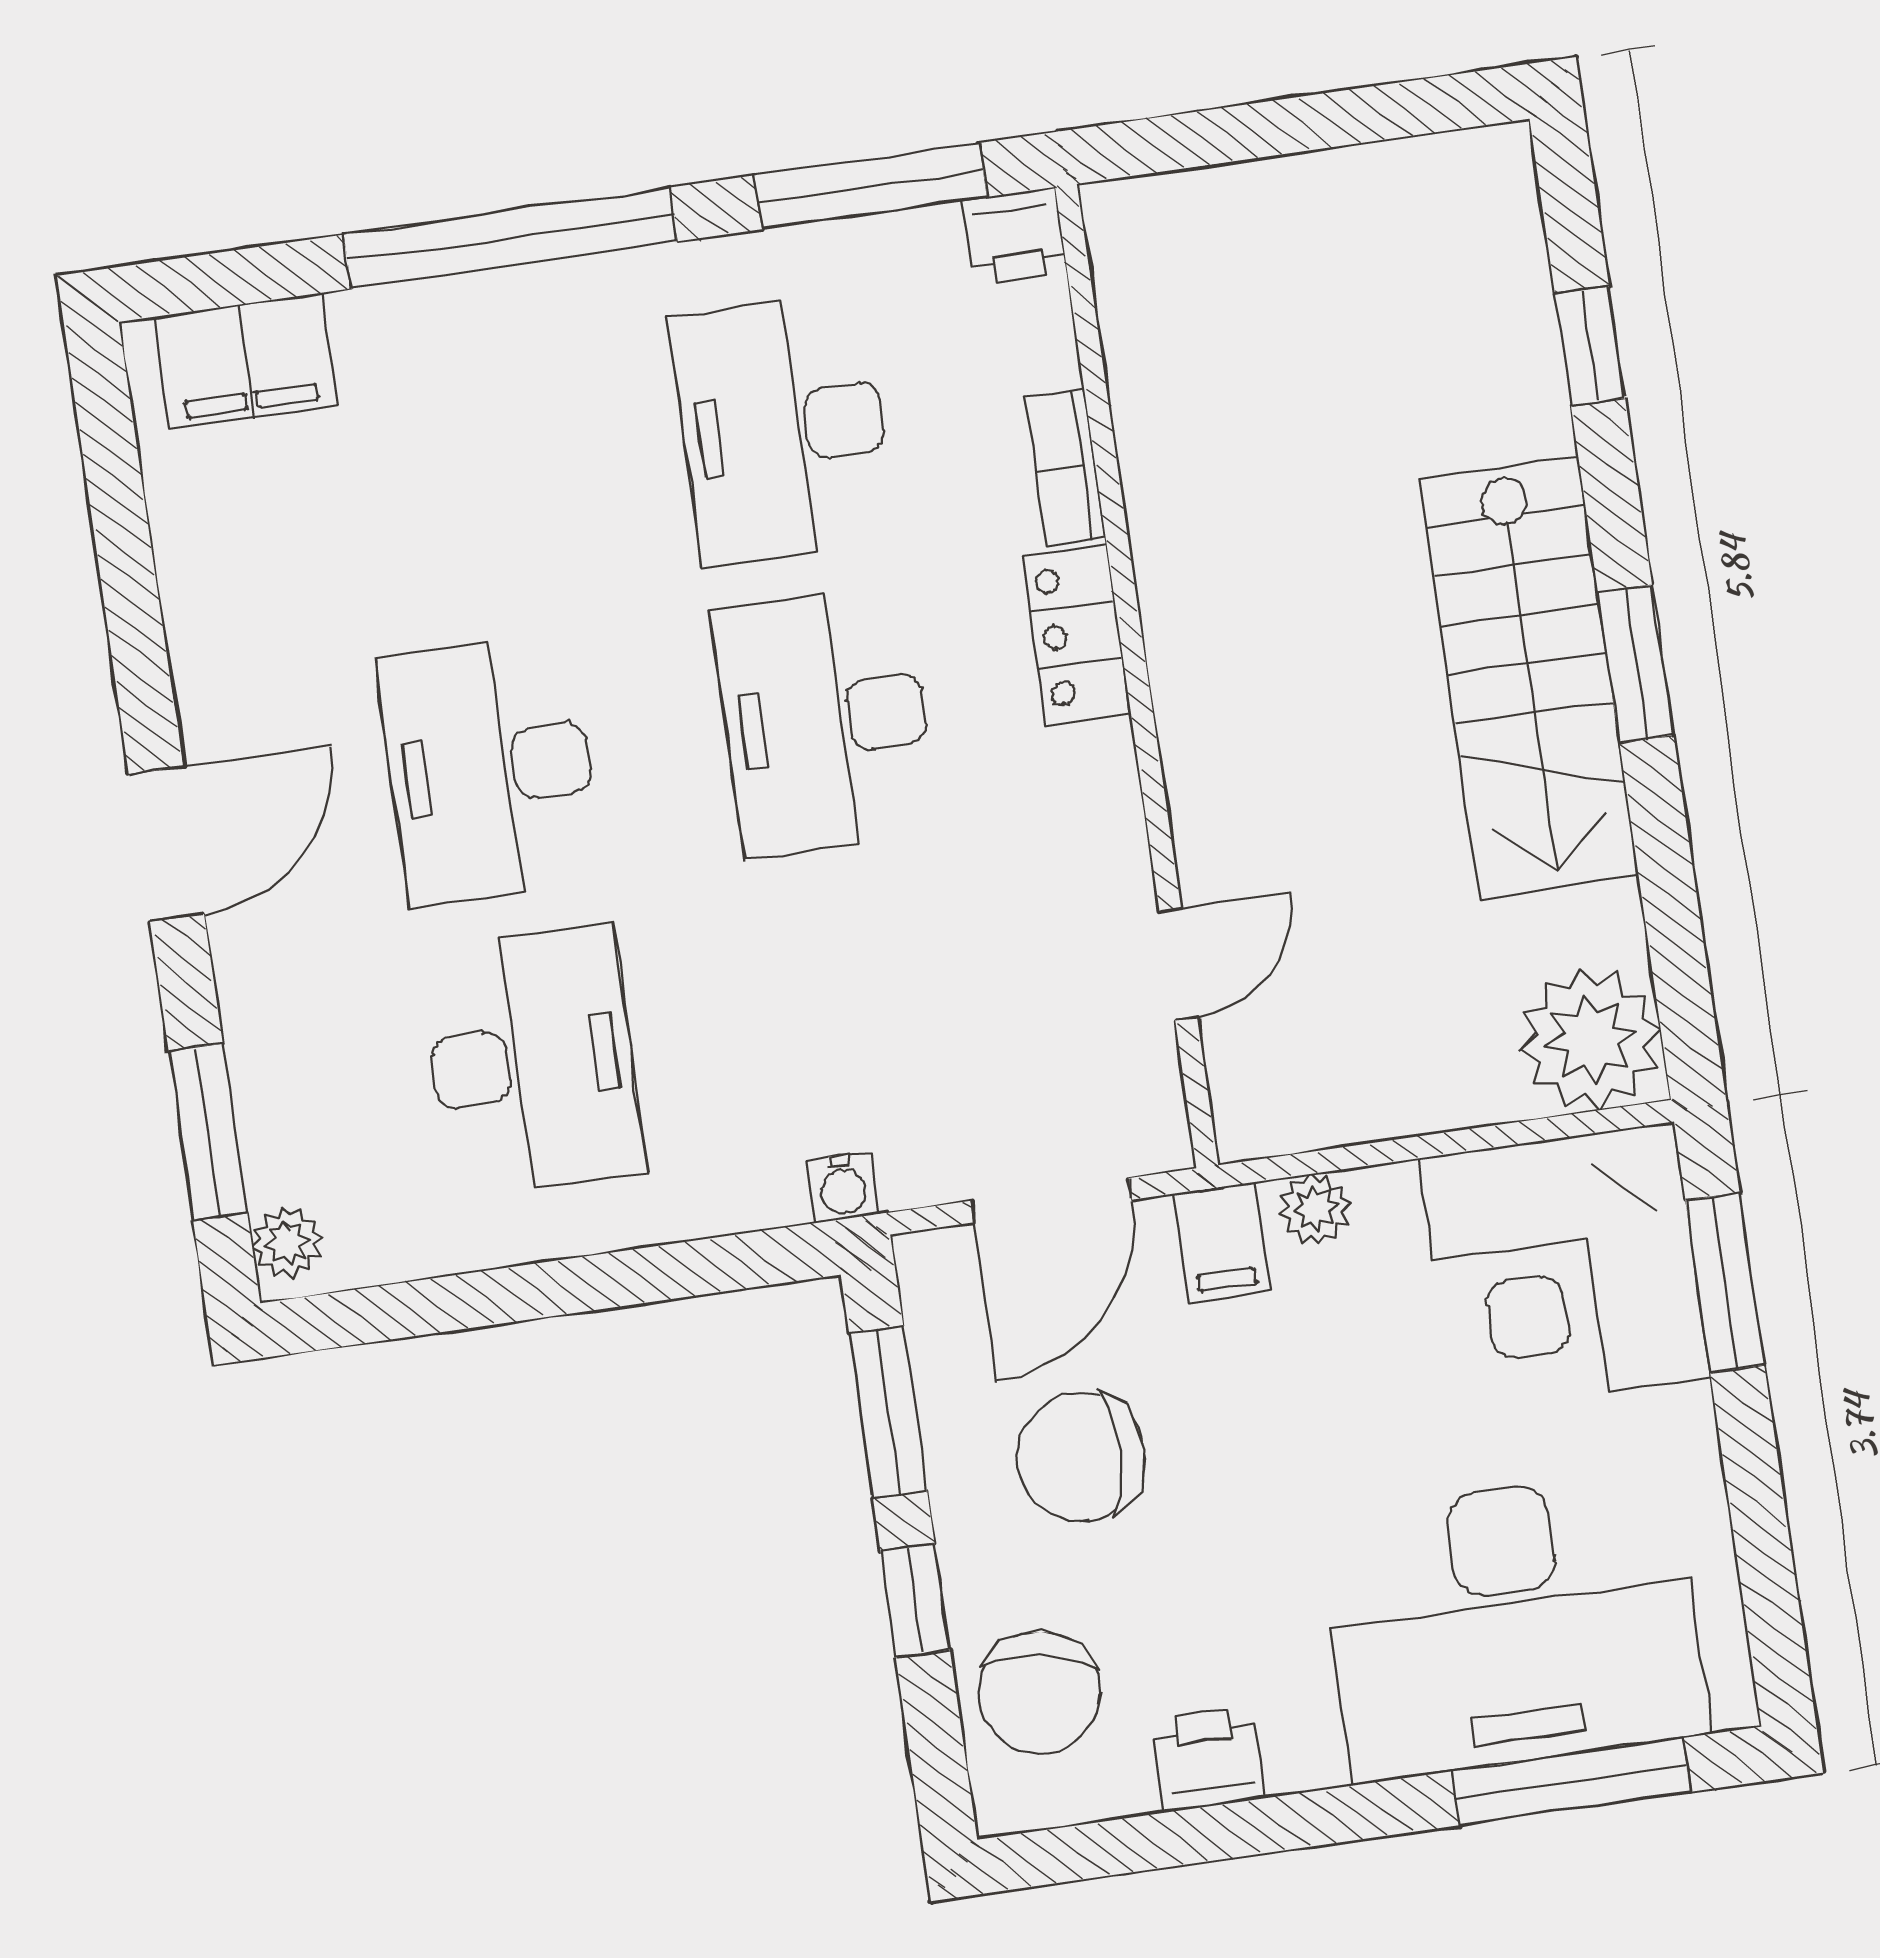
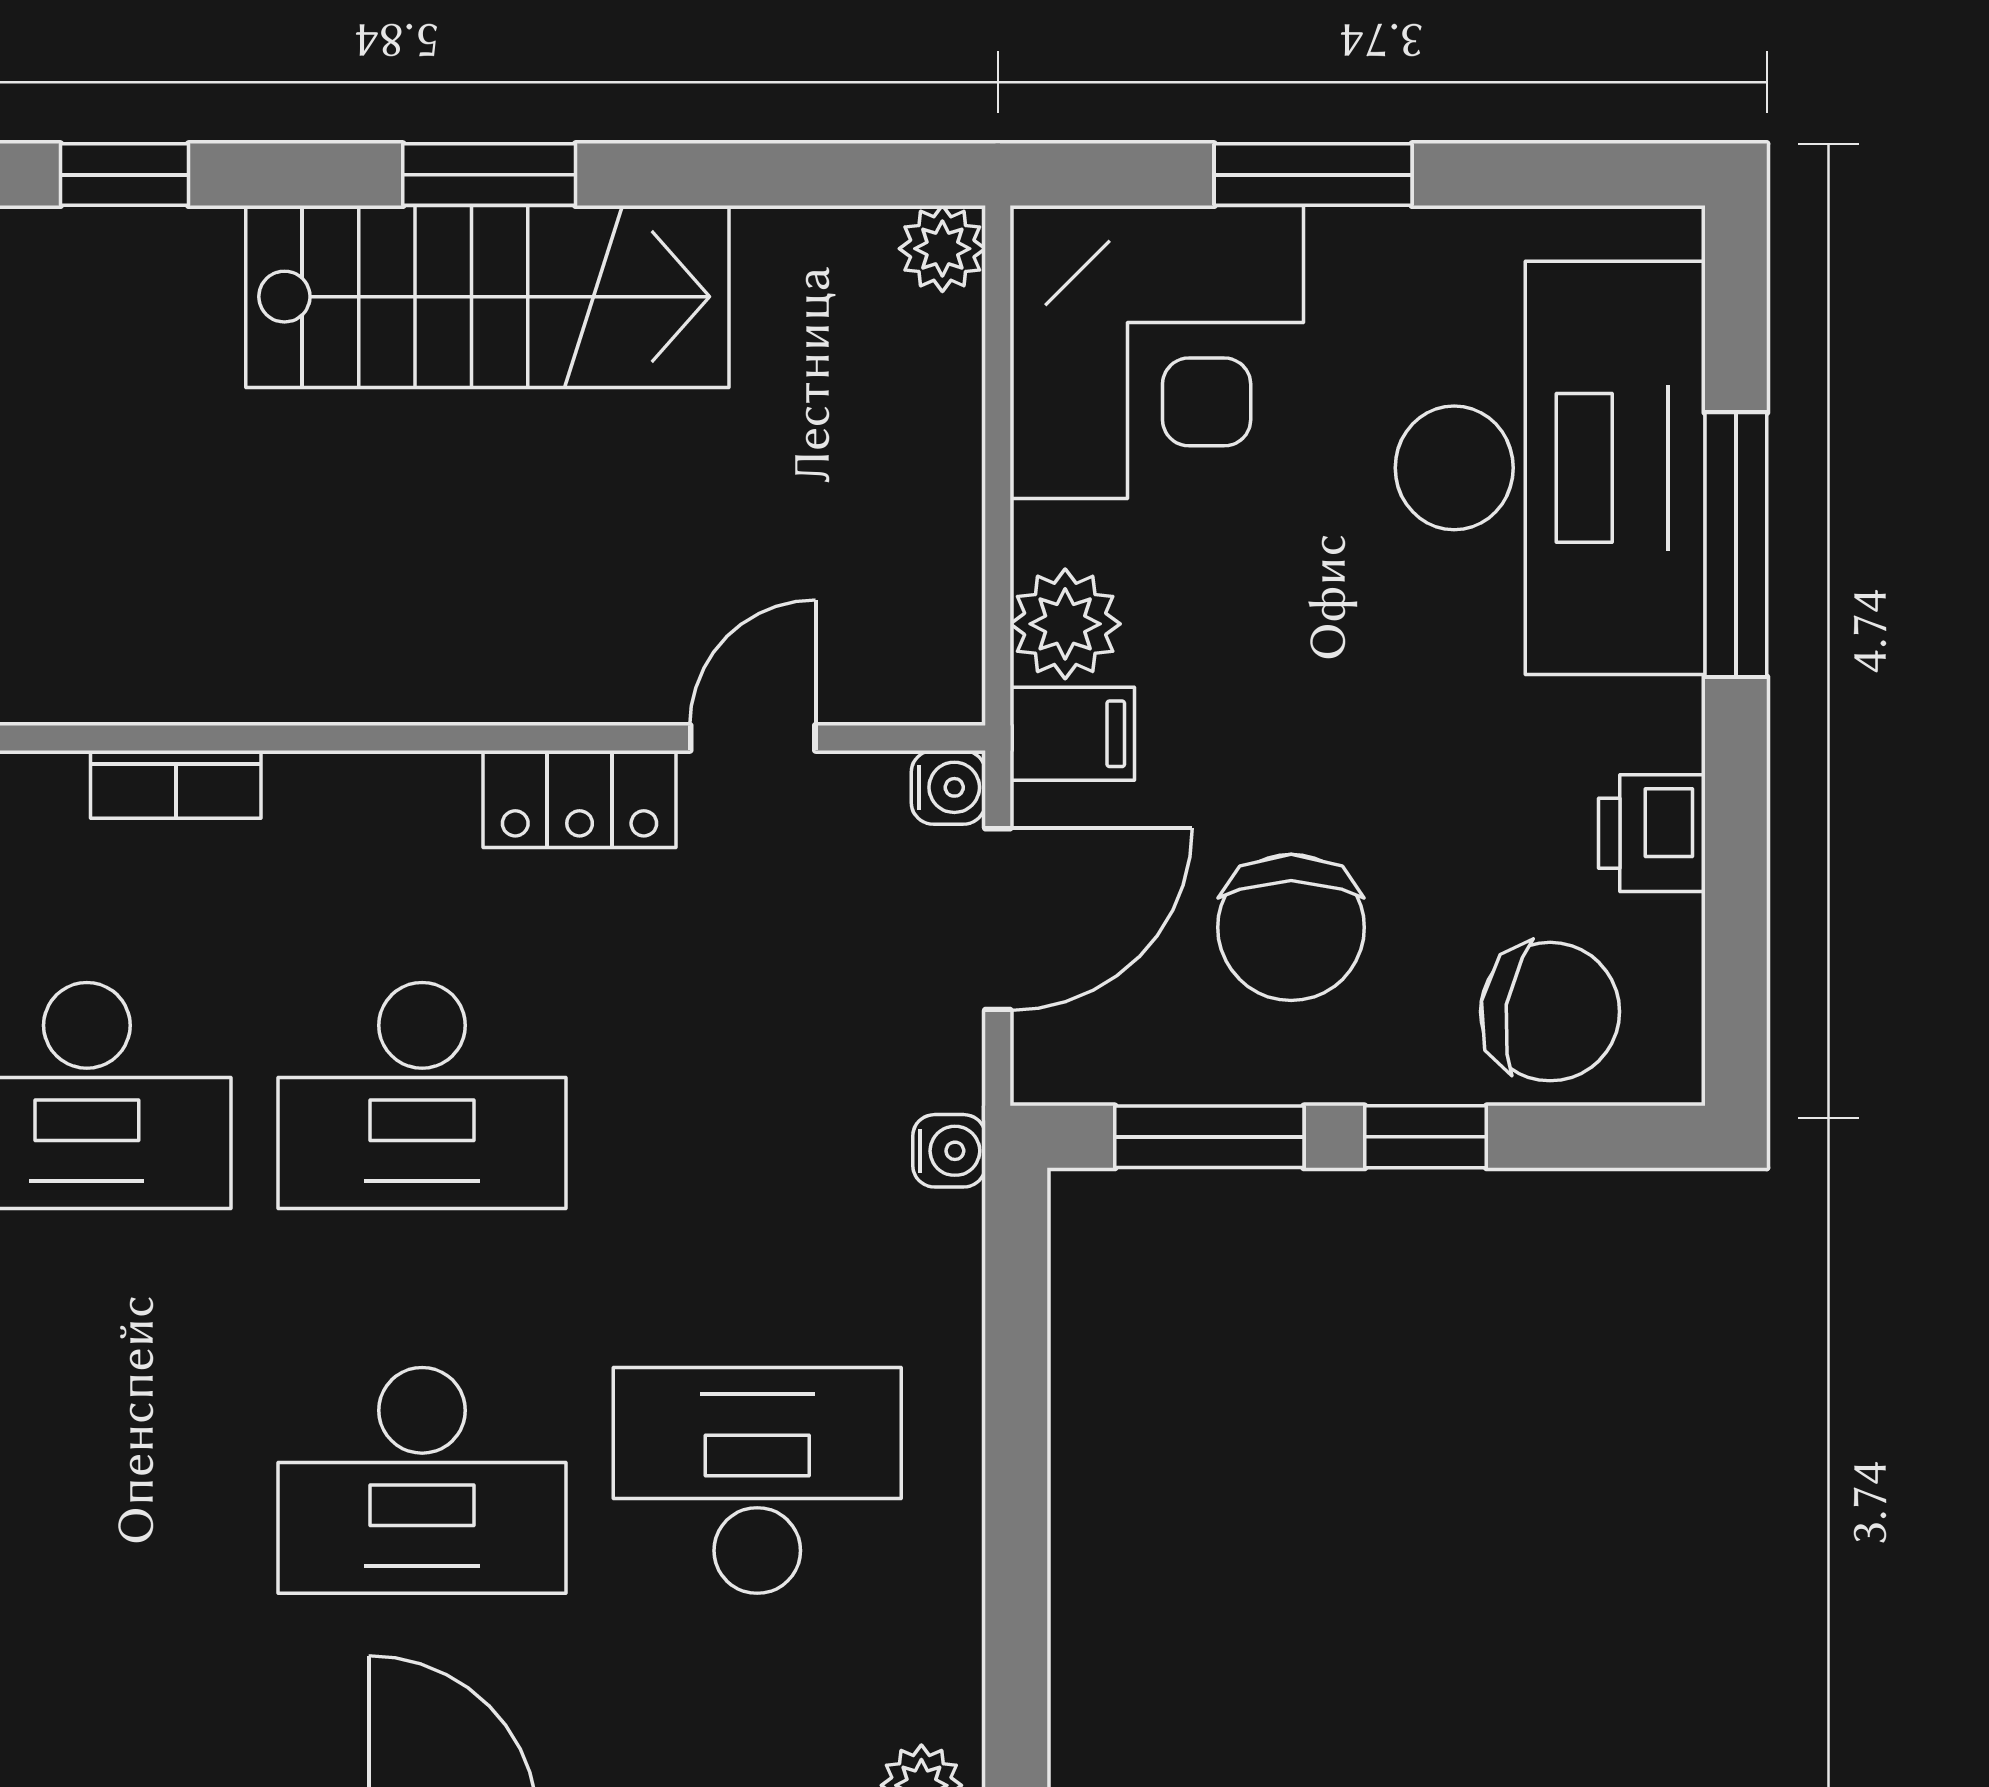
locker: (1076, 635) -> (580, 799), moved
door: (1178, 964) -> (753, 738), hinge flipped
plant: (1591, 1040) -> (942, 249), width x0.53, depth x0.53
water cooler: (1160, 1141) -> (948, 787), added
door: (1051, 1200) -> (998, 919), hinge flipped
plant: (1315, 1209) -> (1065, 624), width x1.38, depth x1.38
window: (1725, 1283) -> (1313, 175), moved
window: (1571, 1782) -> (1736, 545), moved

